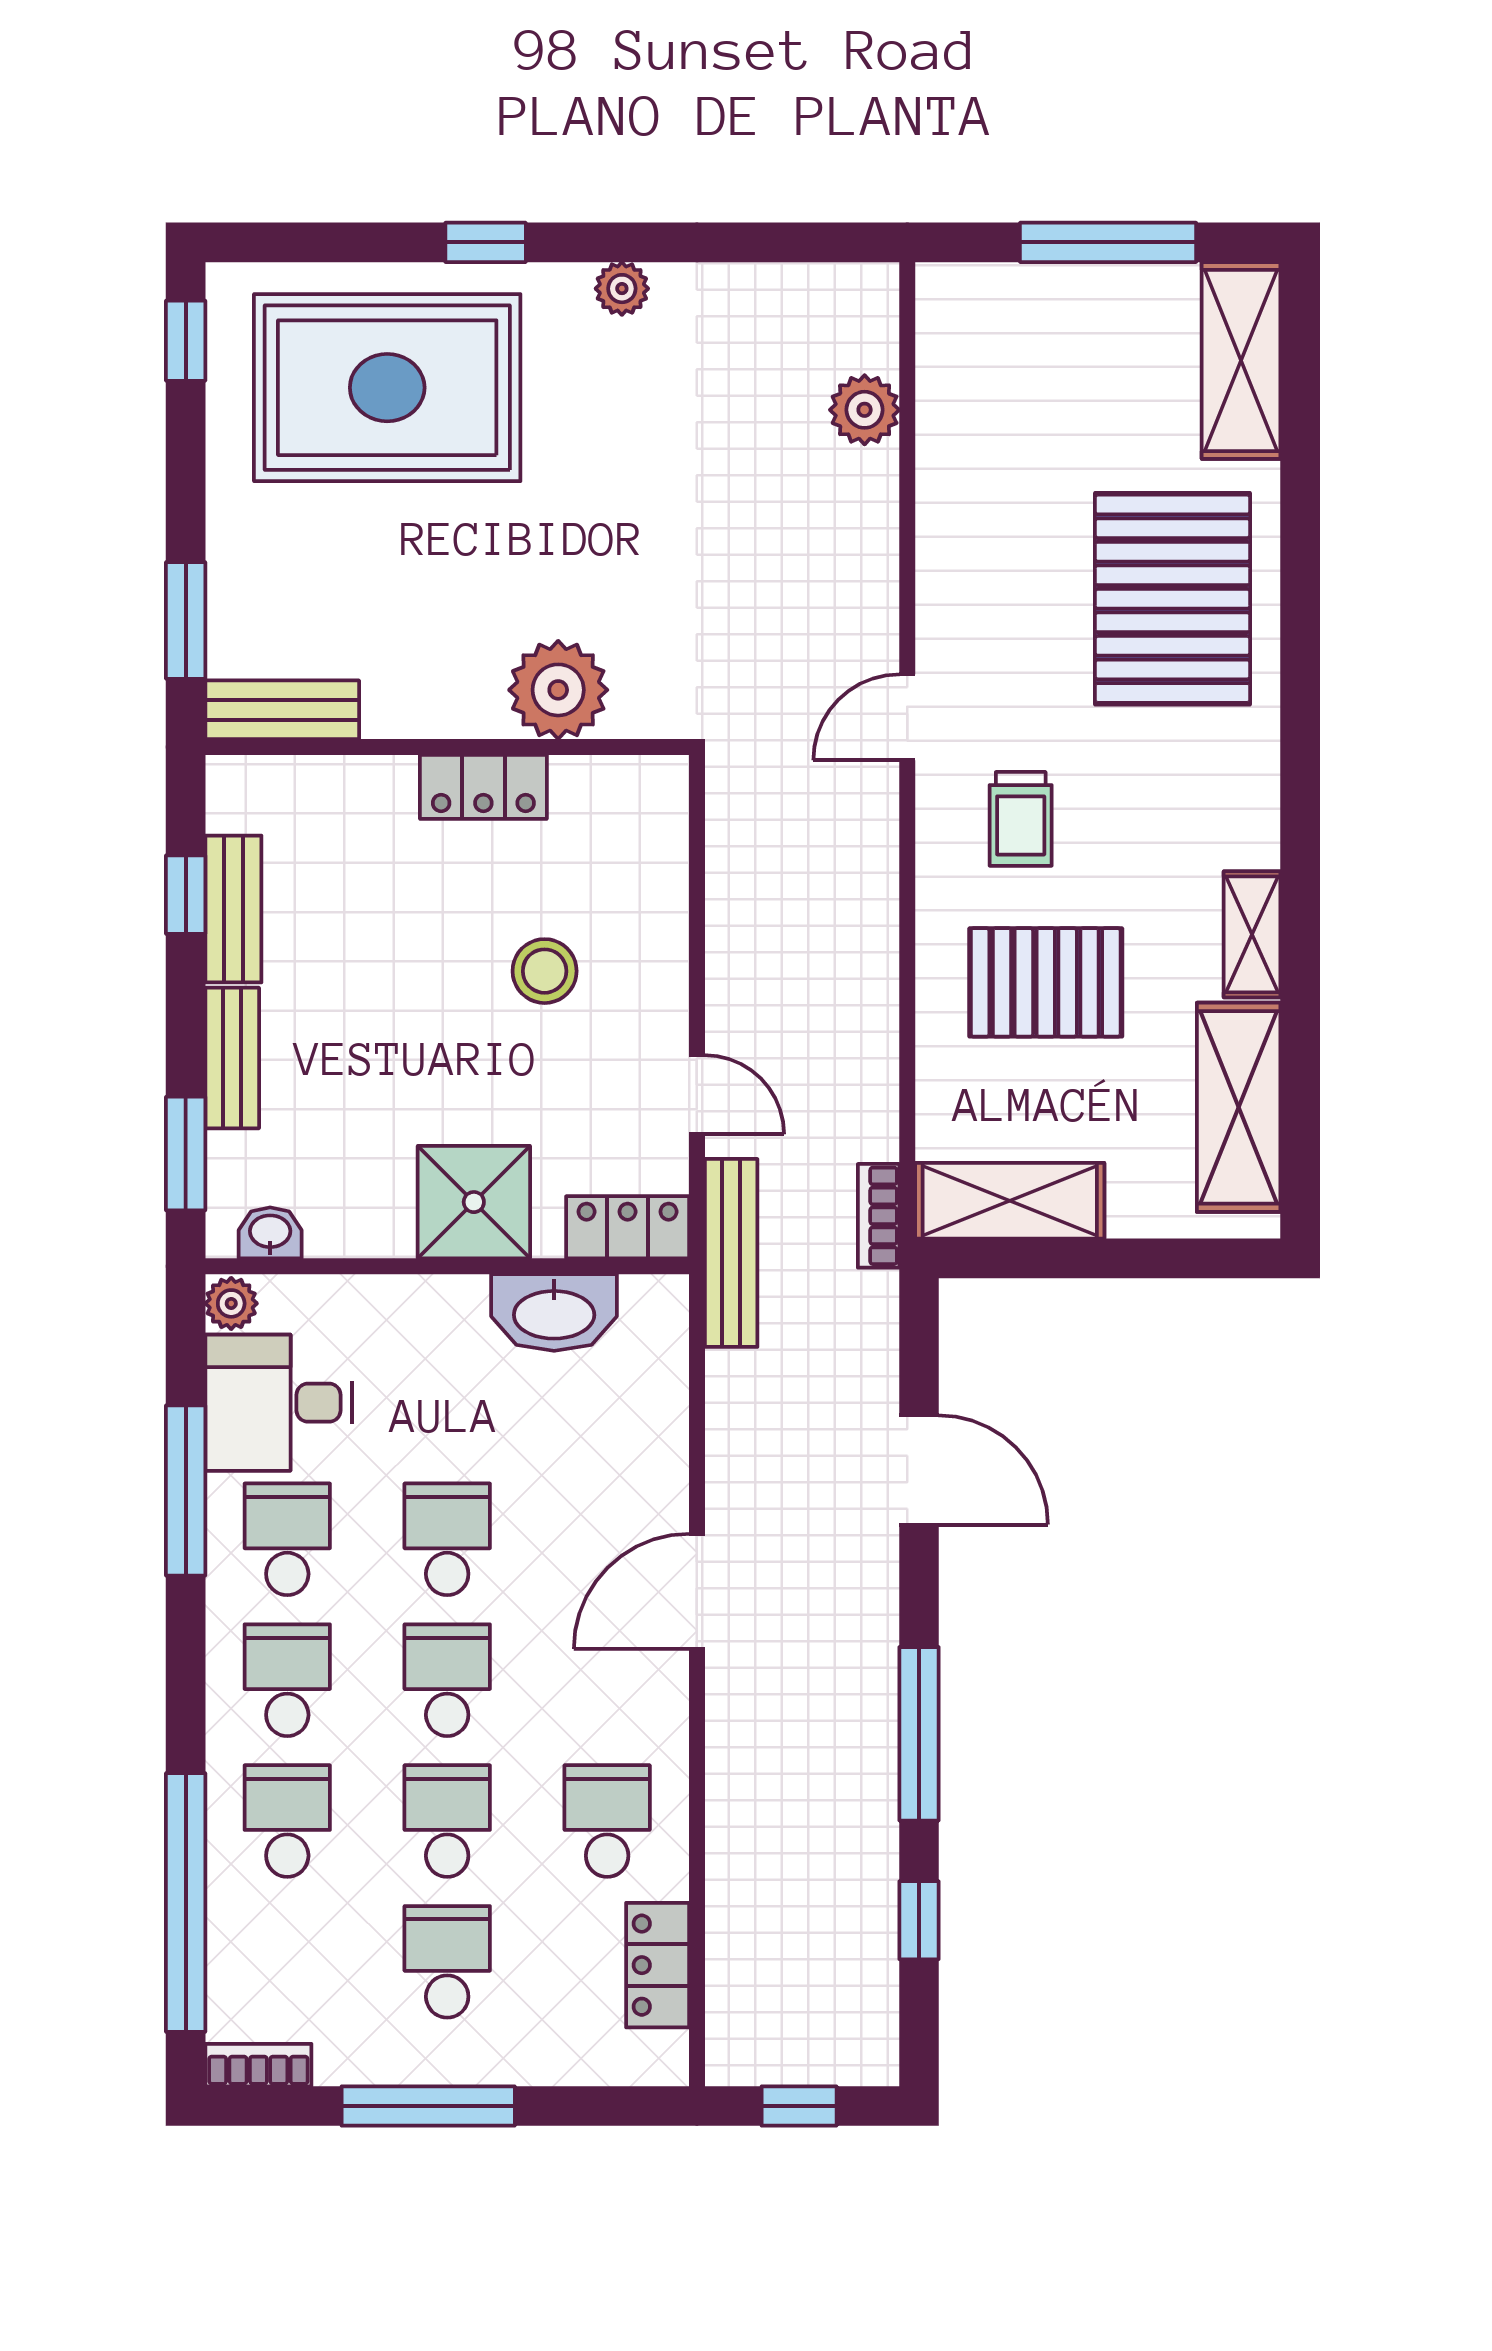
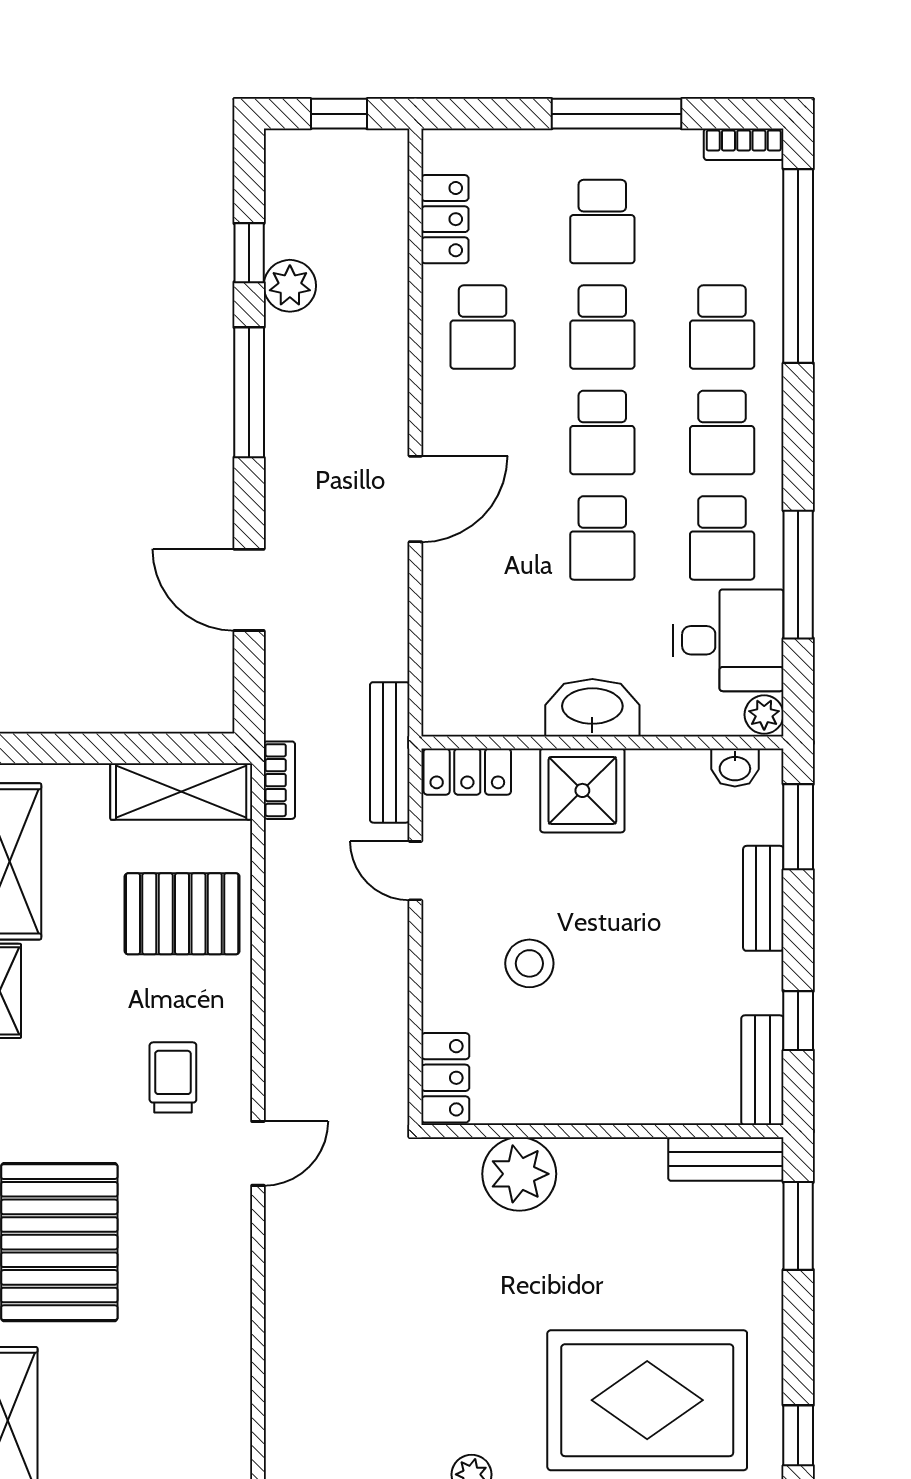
plant: (865, 410) -> (290, 286), moved
locker: (483, 787) -> (445, 1078), moved, turned 90
bench: (233, 909) -> (762, 1070), moved
pallet: (1046, 982) -> (182, 914), moved
washbasin: (554, 1313) -> (592, 708), moved

